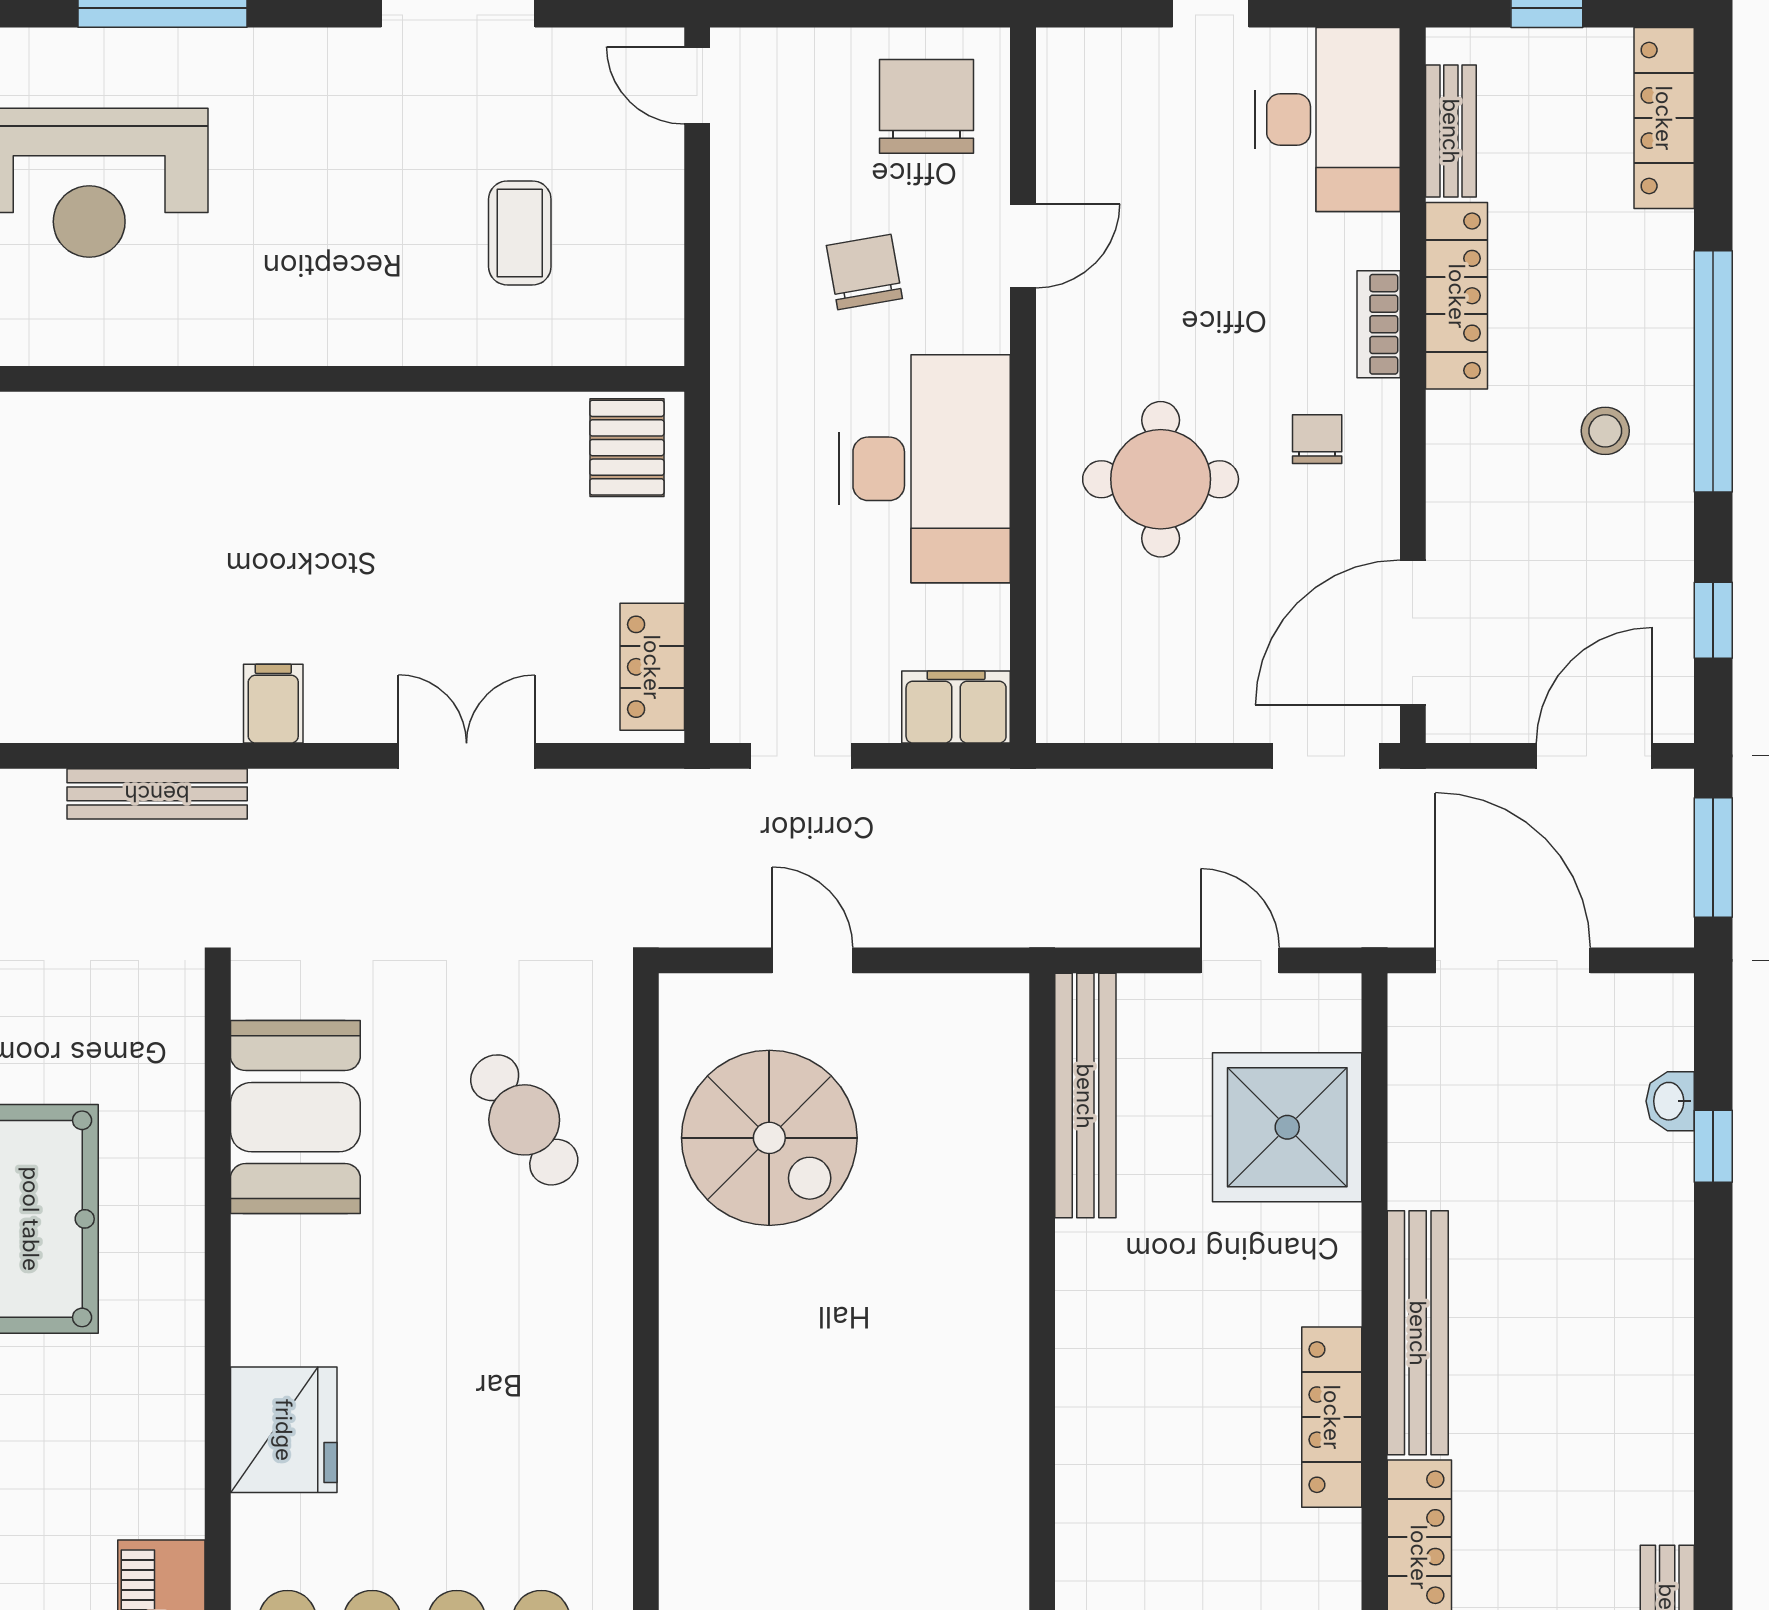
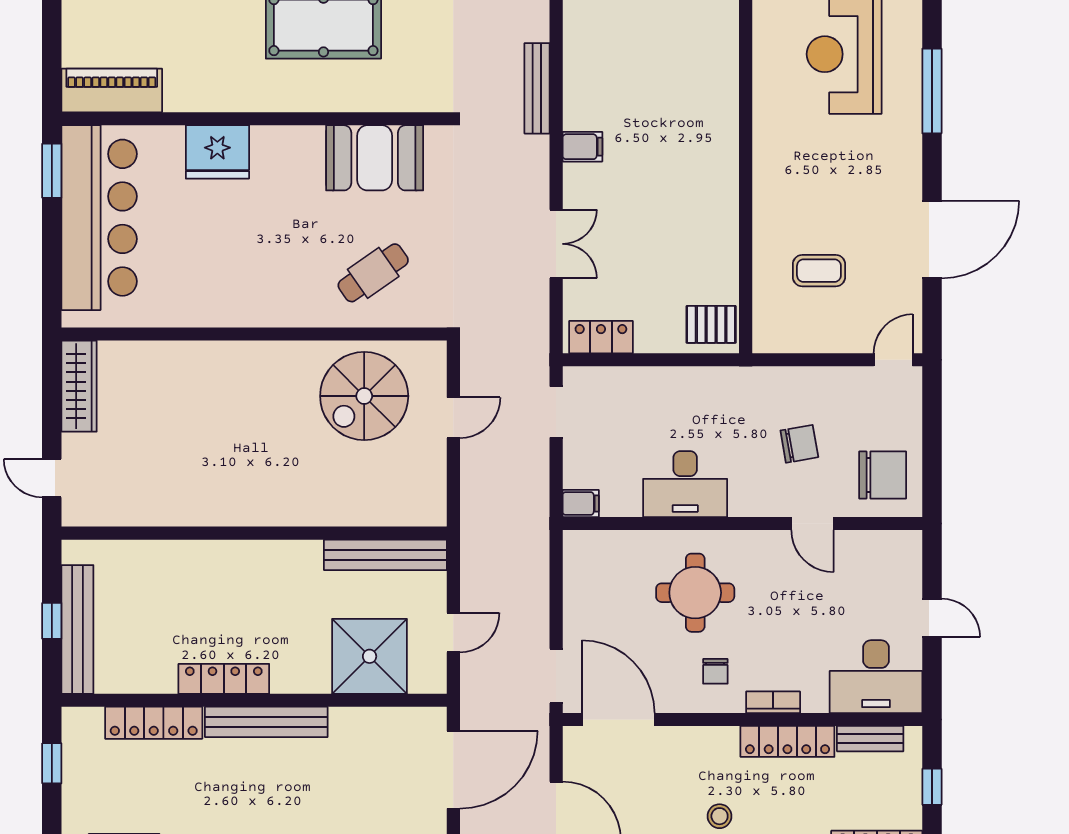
chair: (1317, 439) -> (715, 671), turned 90
desk: (925, 469) -> (685, 484), width x0.73, depth x0.77
filing cabinet: (956, 707) -> (581, 503), width x0.50

